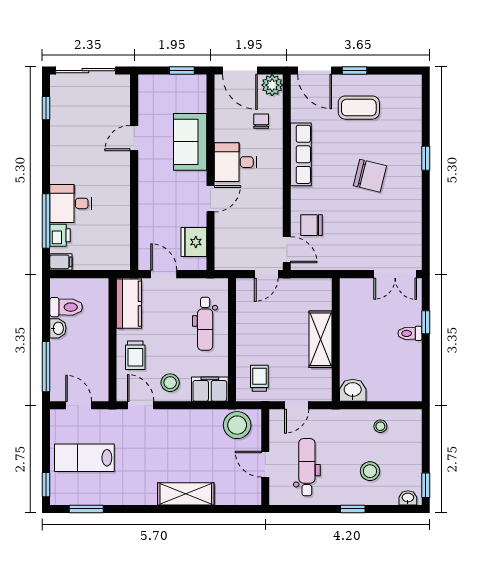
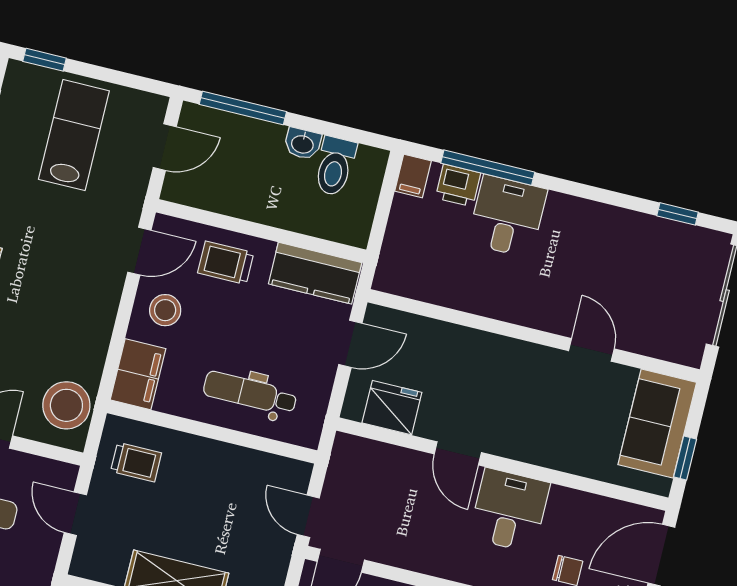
sofa: (190, 142) -> (657, 424), moved, turned -90

